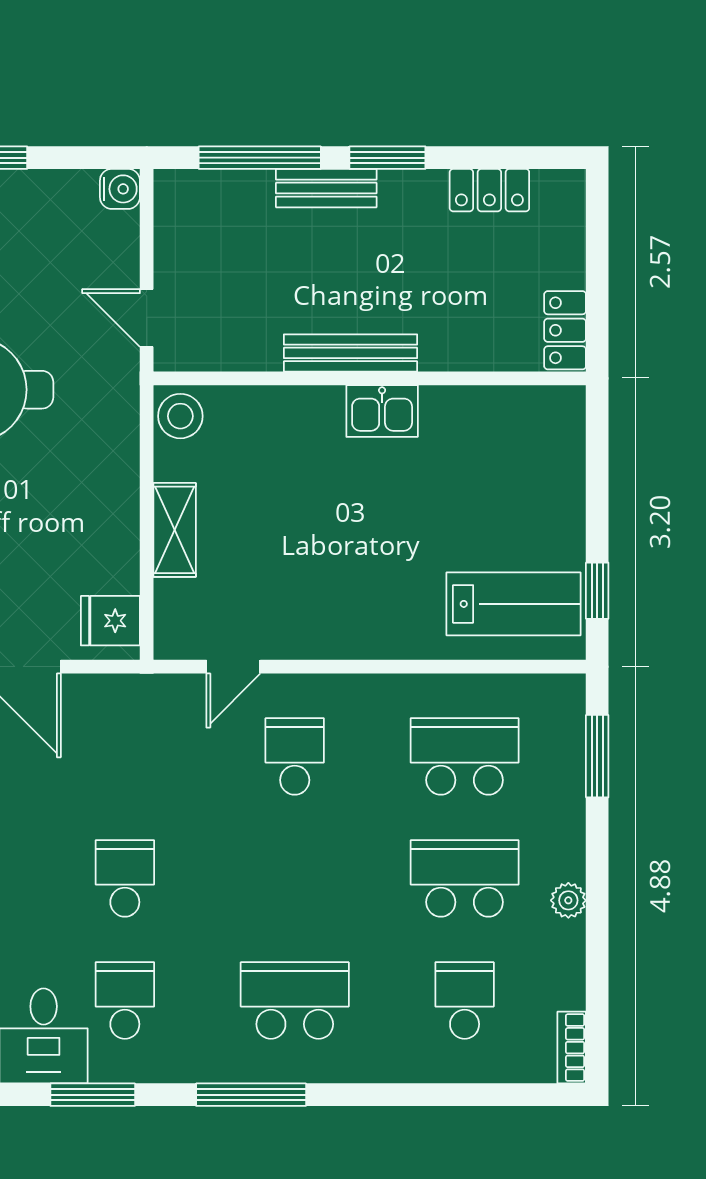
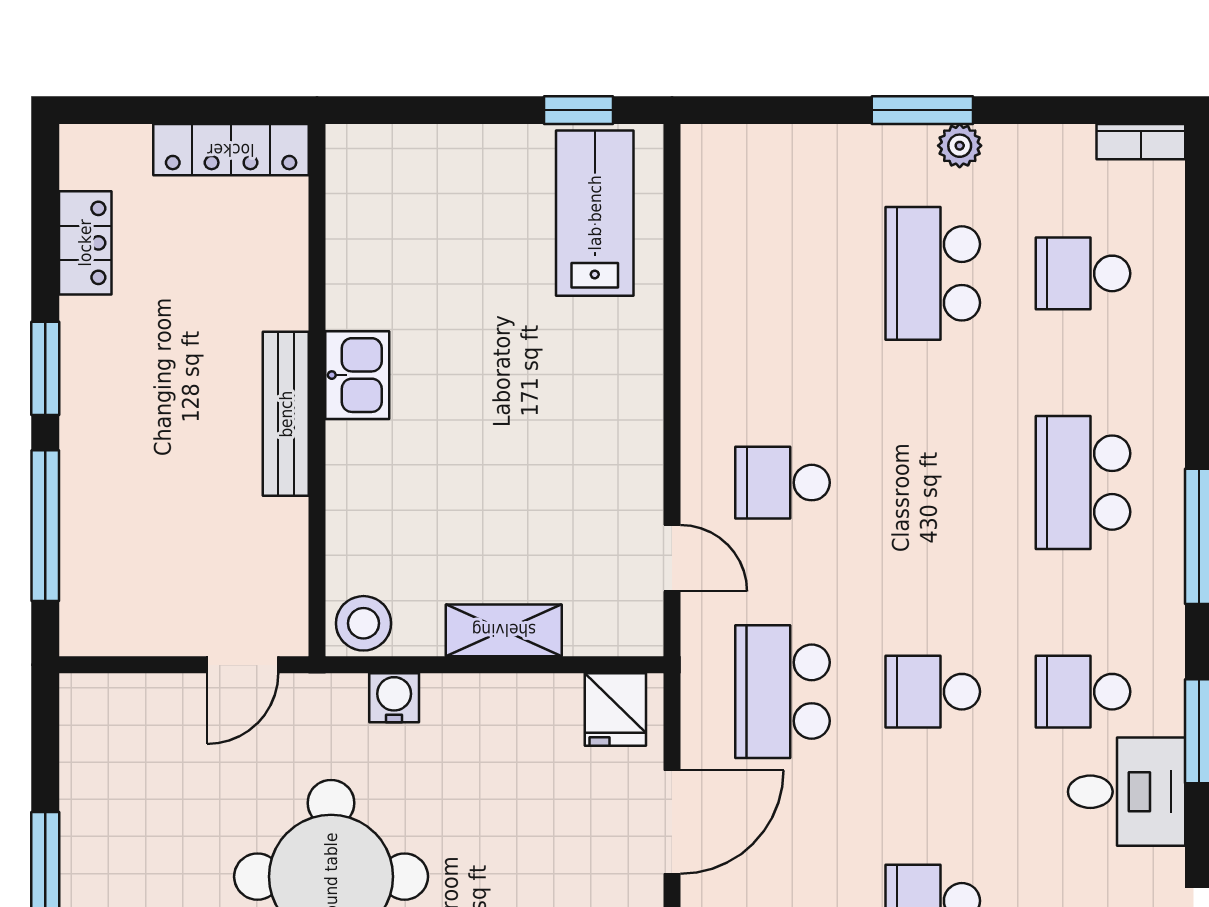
bench: (326, 188) -> (83, 444), removed
water cooler: (120, 189) -> (394, 698), moved
locker: (565, 330) -> (231, 150), width x1.53
school desk: (465, 756) -> (782, 692), moved
window: (597, 756) -> (922, 110), moved

